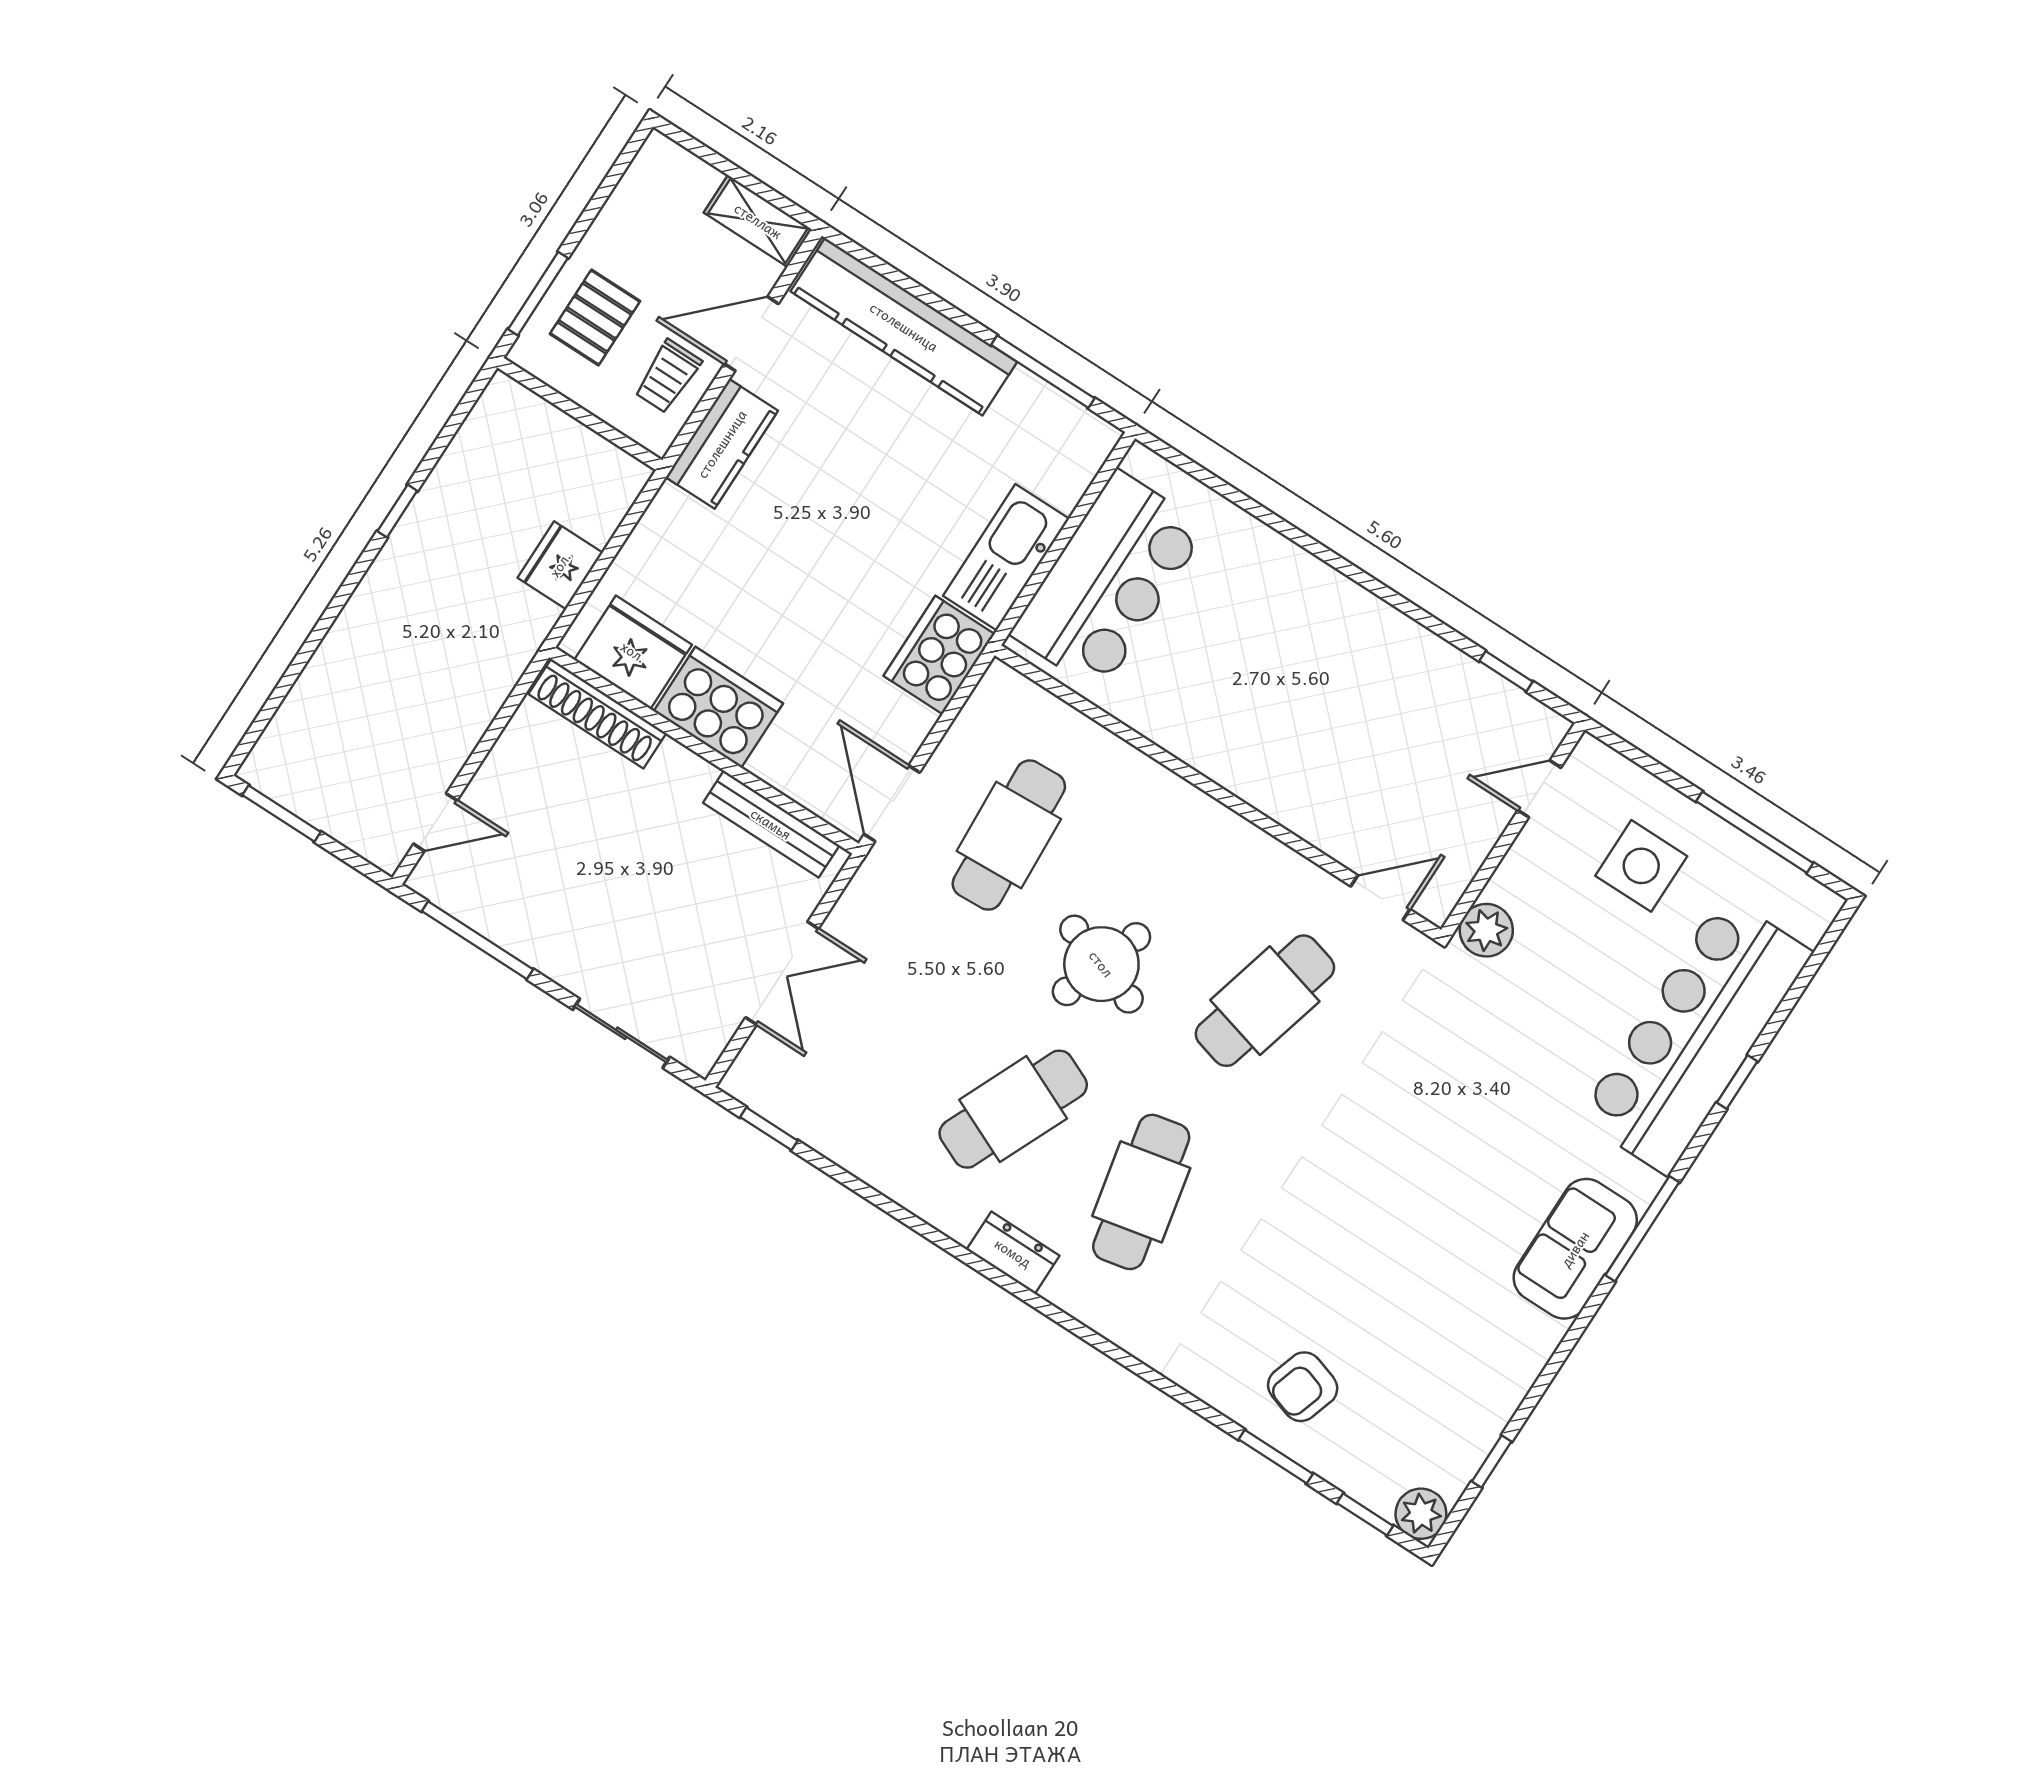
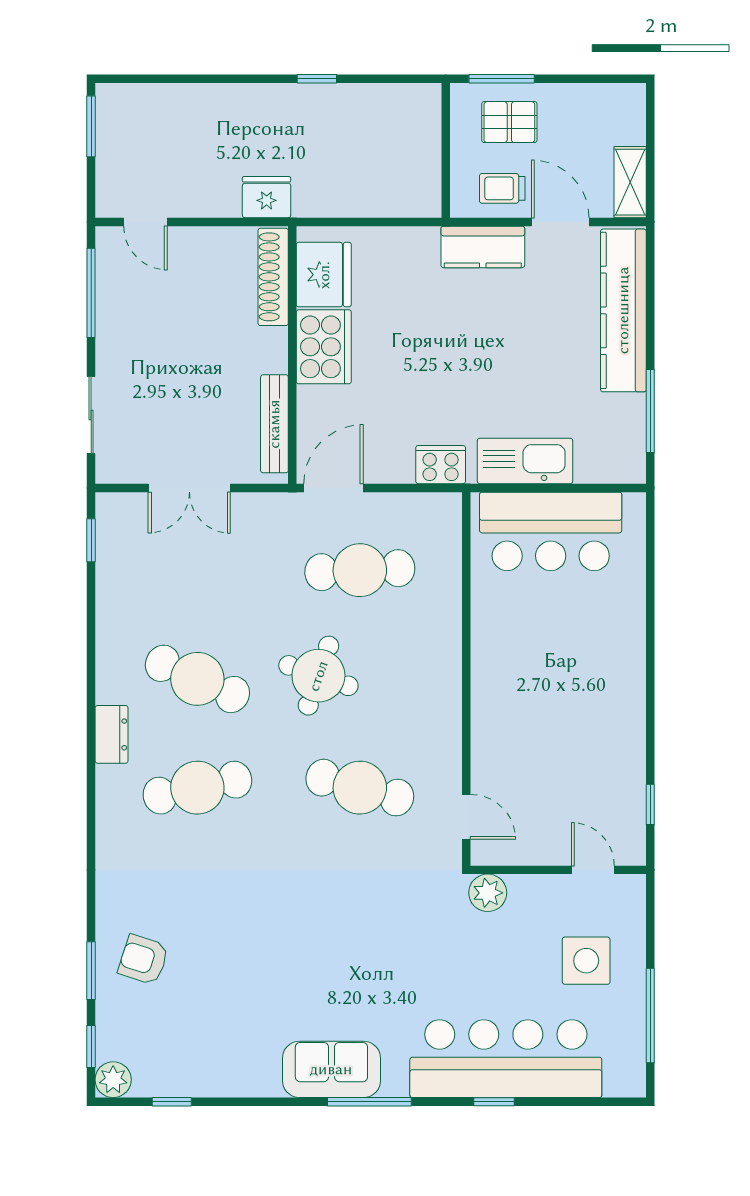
fridge: (560, 565) -> (267, 197), moved
cooker: (939, 655) -> (441, 465), width x0.73, depth x0.76

